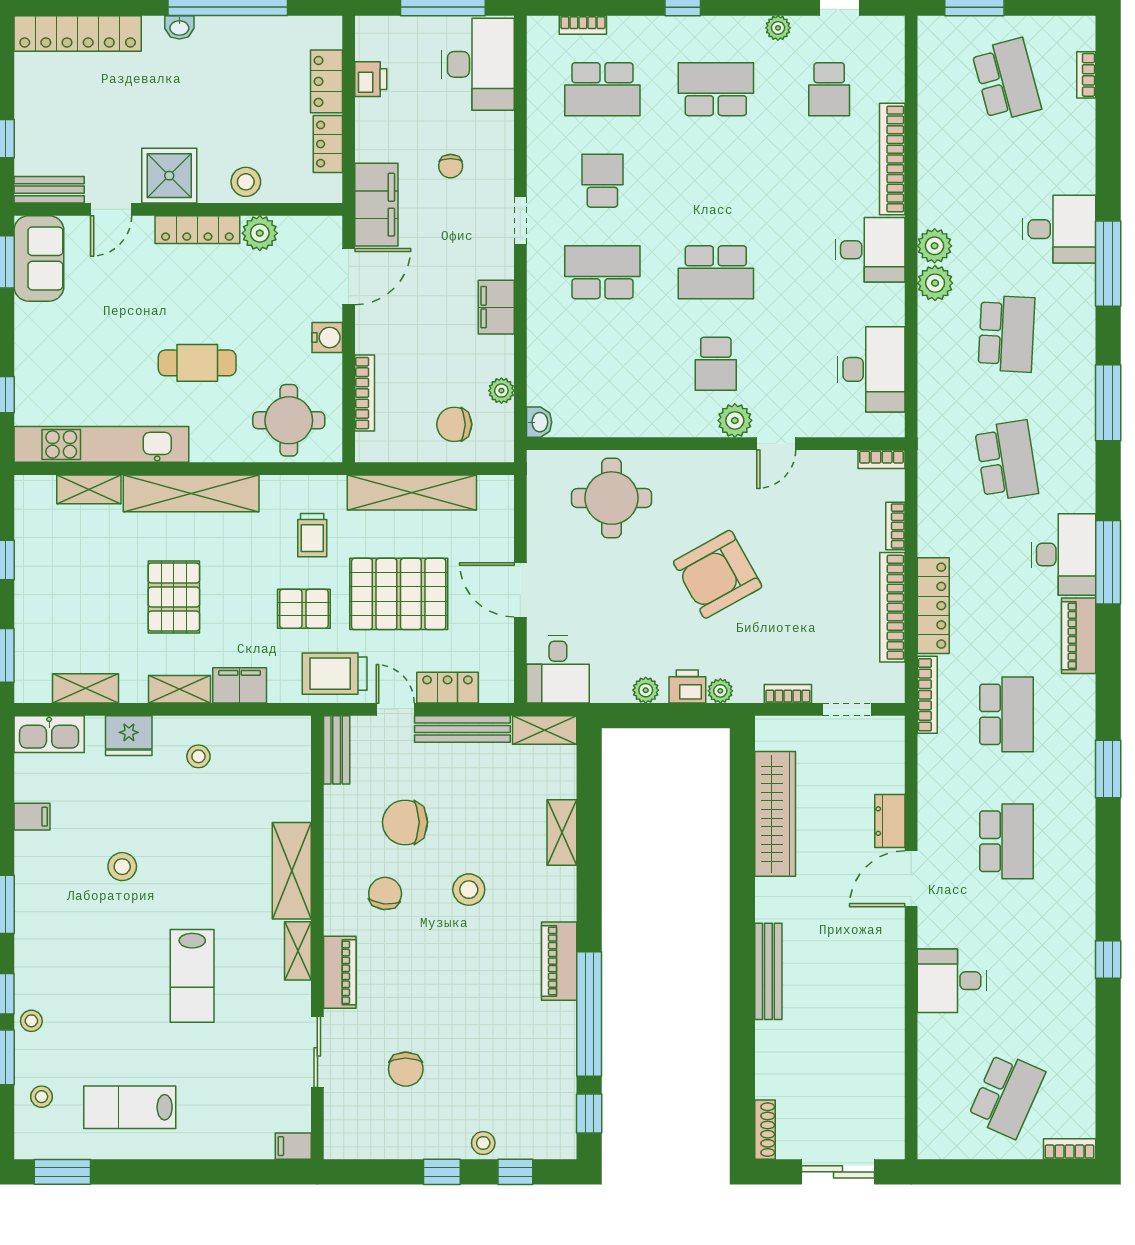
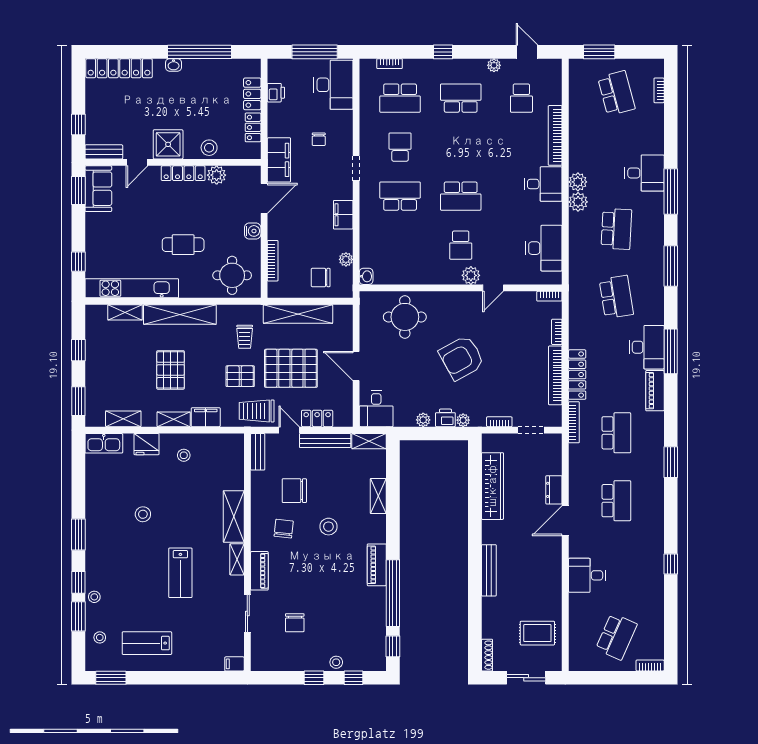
filing cabinet: (32, 817) -> (95, 488), removed
rug: (859, 1089) -> (537, 633), added

